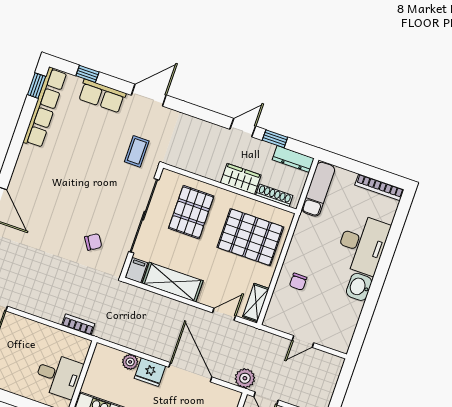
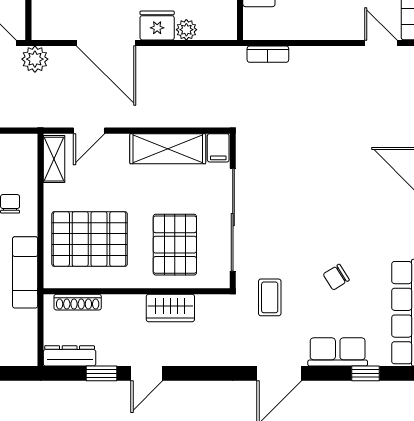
wardrobe: (241, 179) -> (170, 308), moved
exam couch: (318, 189) -> (25, 272), moved
chair: (93, 242) -> (336, 277), moved

